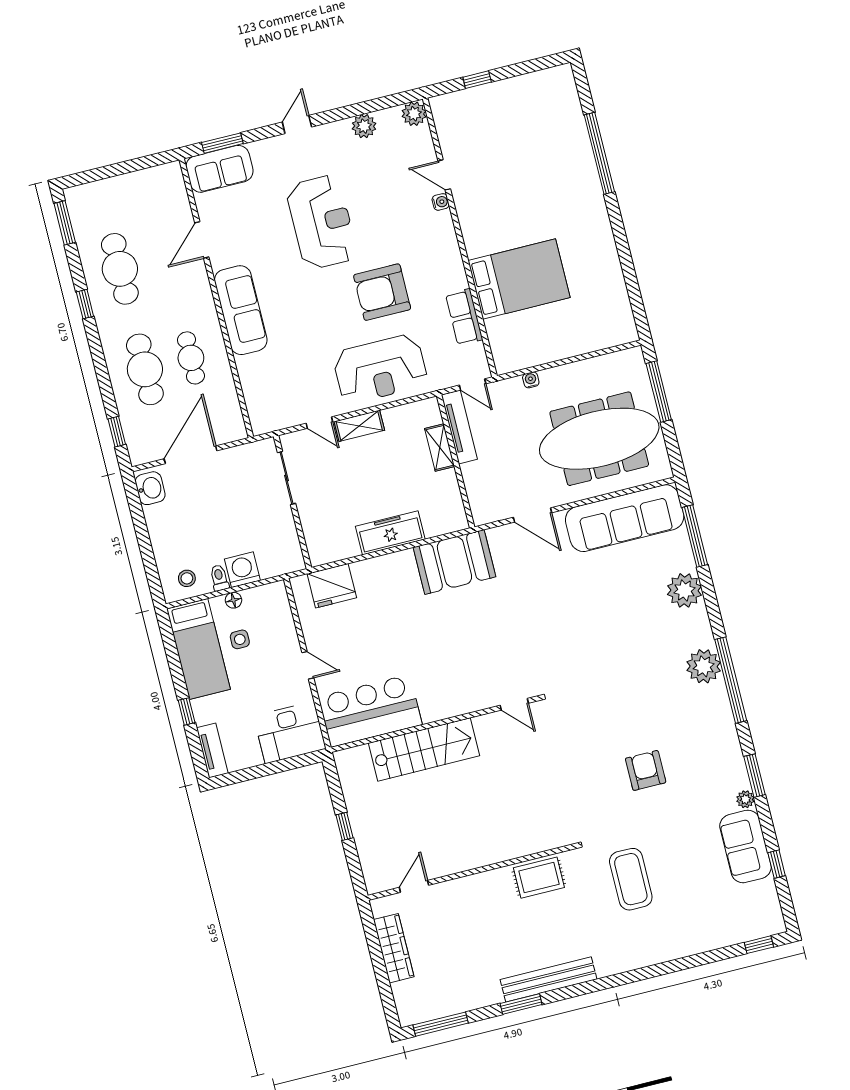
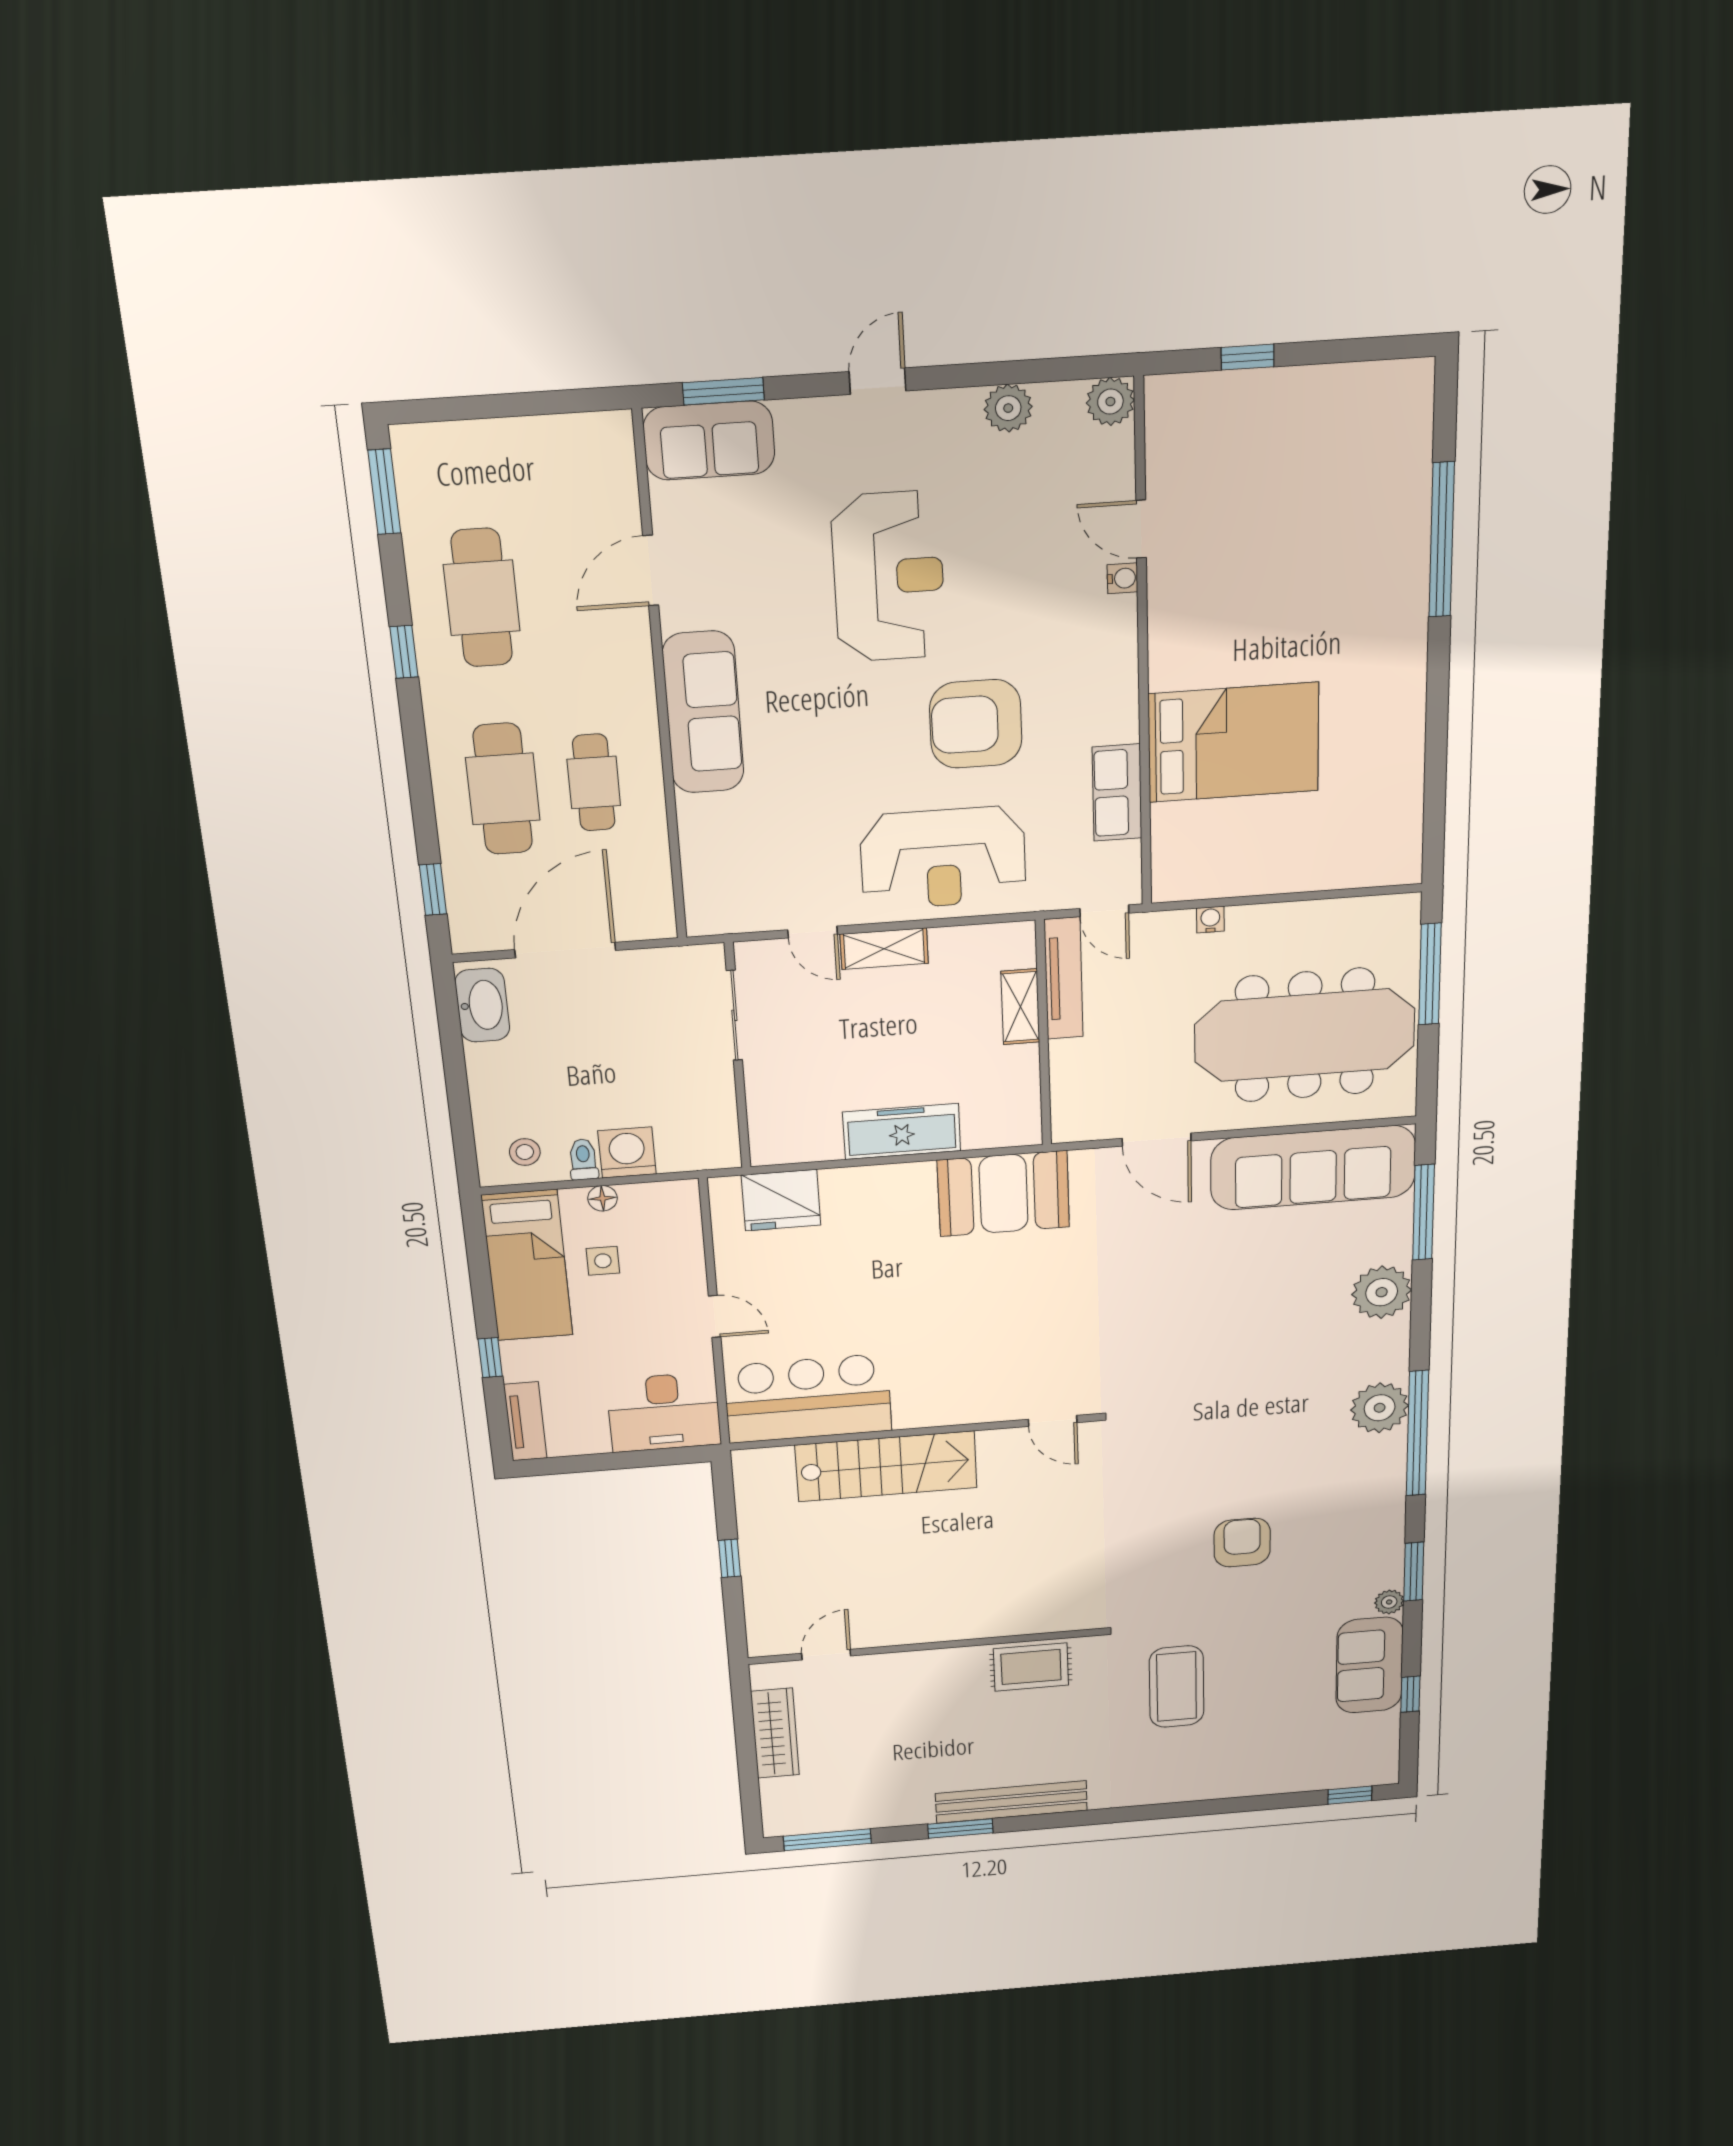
washbasin: (150, 488) -> (482, 1005), width x1.38

